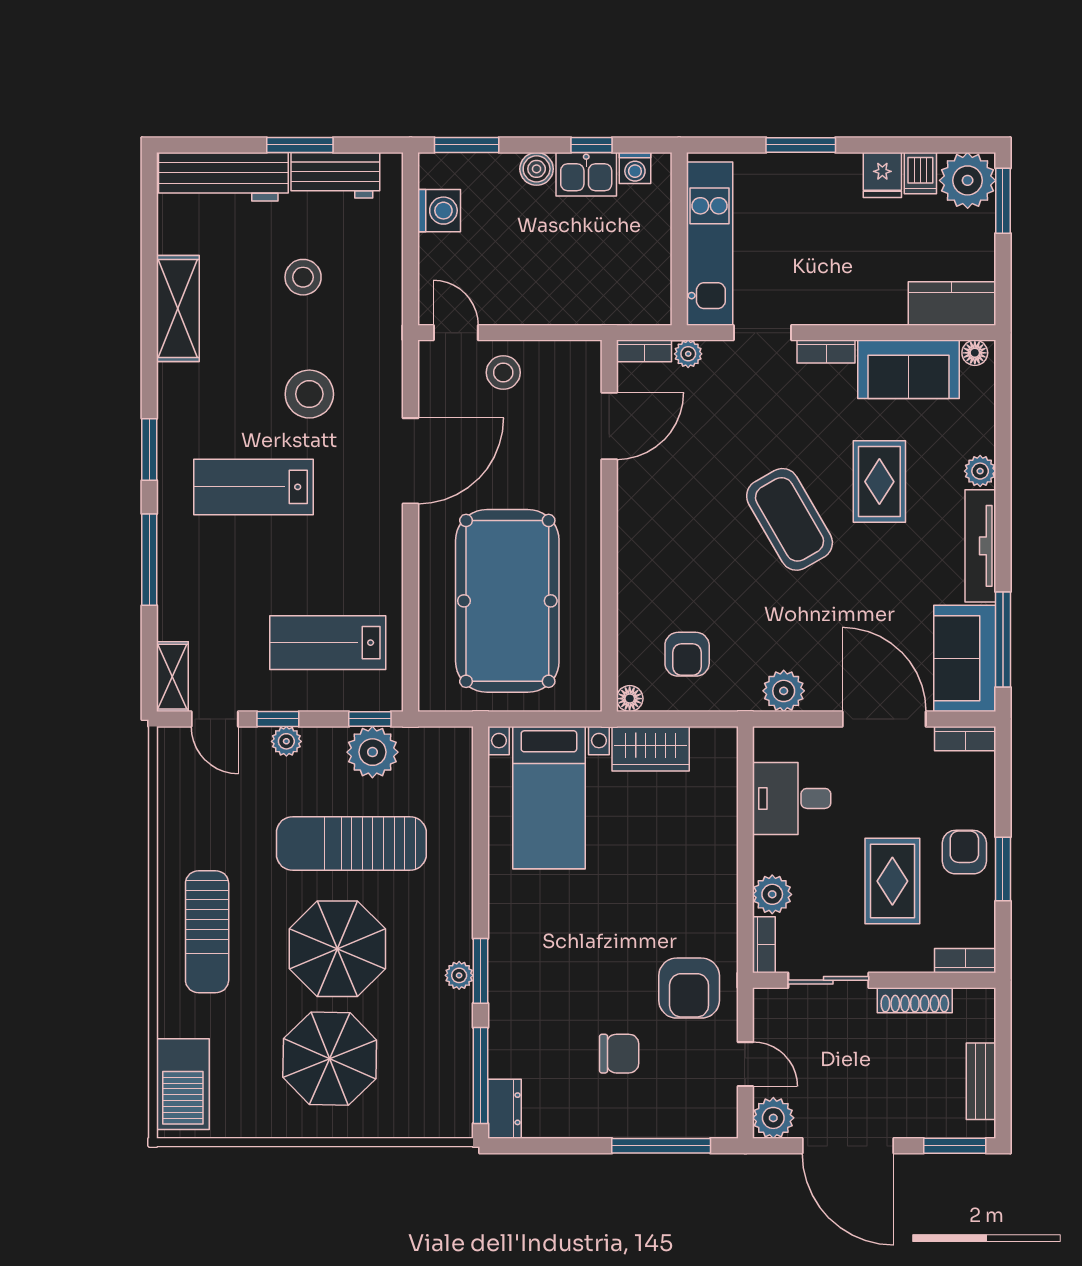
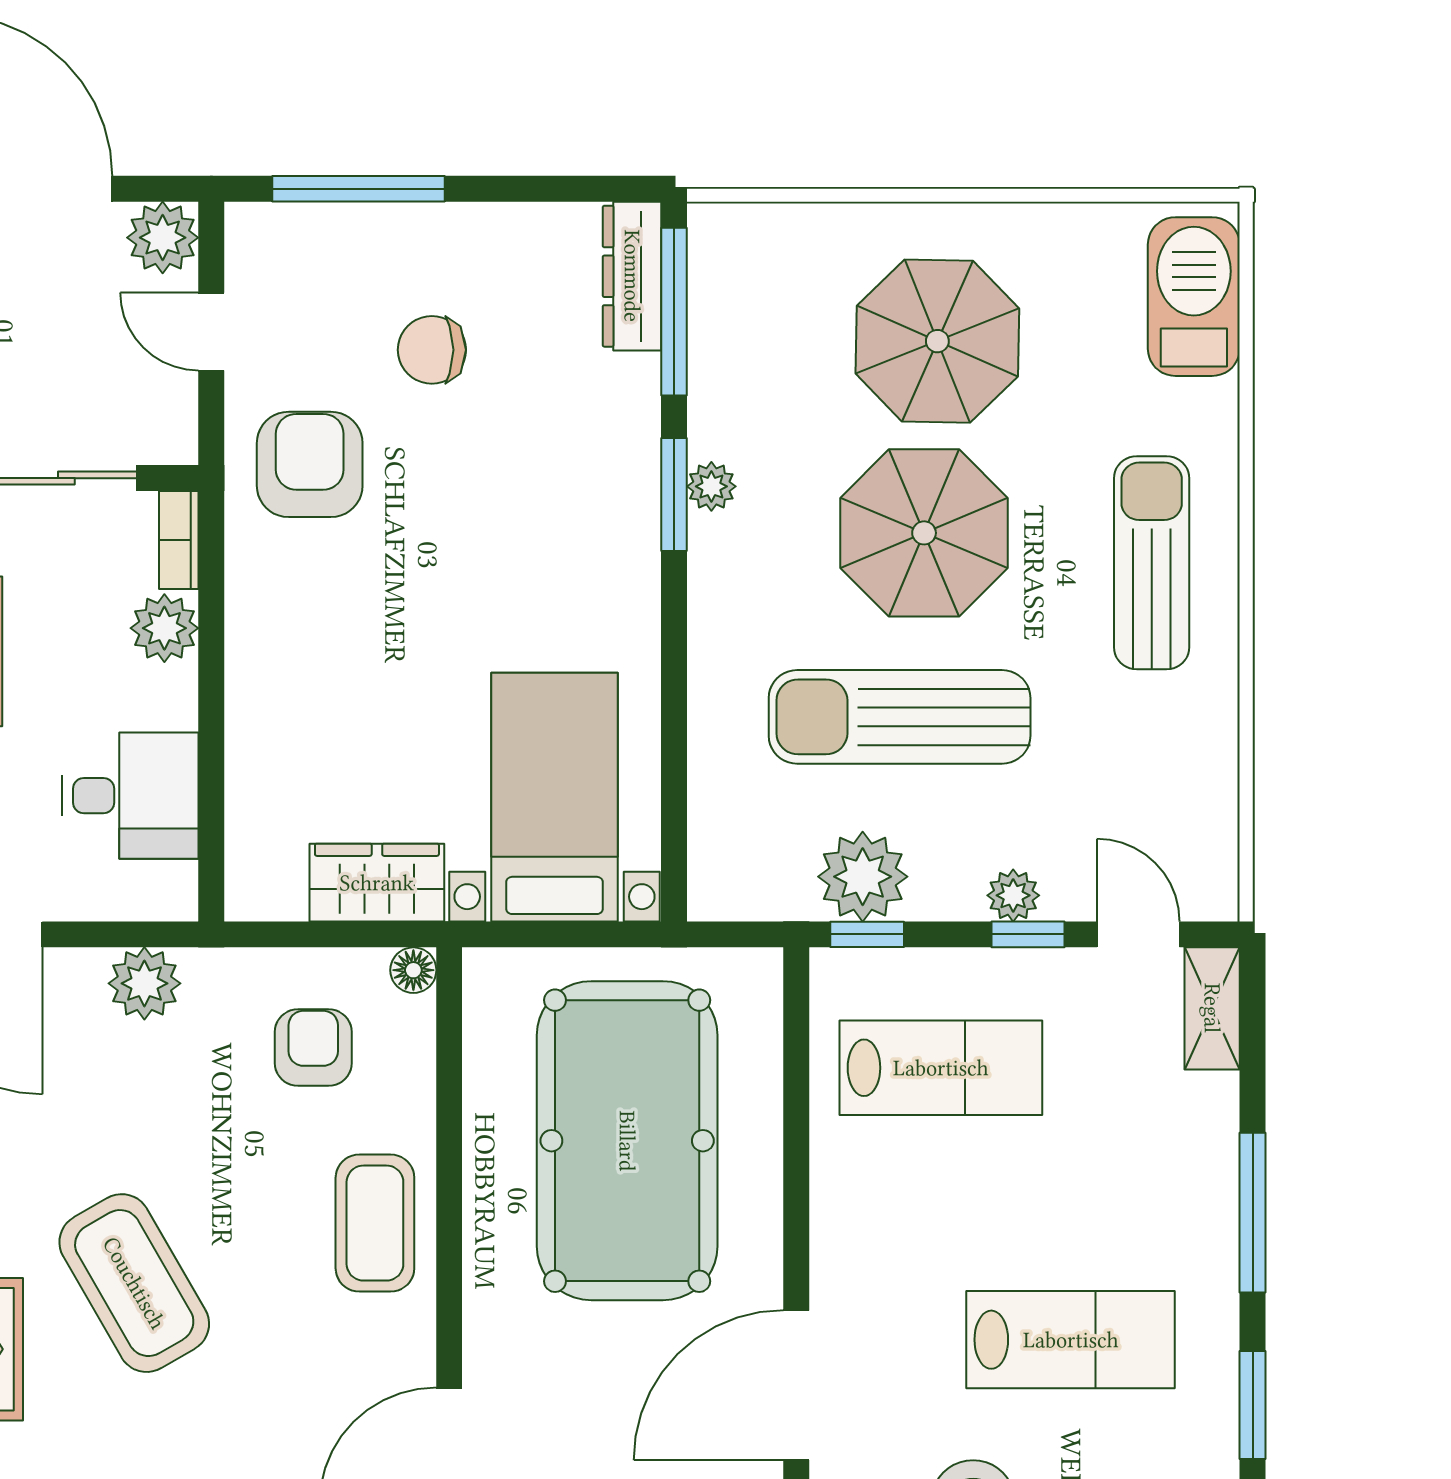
coffee table: (652, 554) -> (375, 1223), added
sun lounger: (351, 844) -> (900, 717), turned 180
dresser: (505, 1109) -> (632, 276), width x1.44

